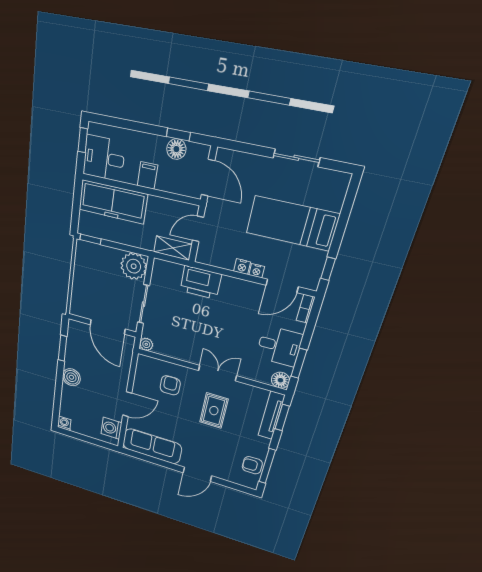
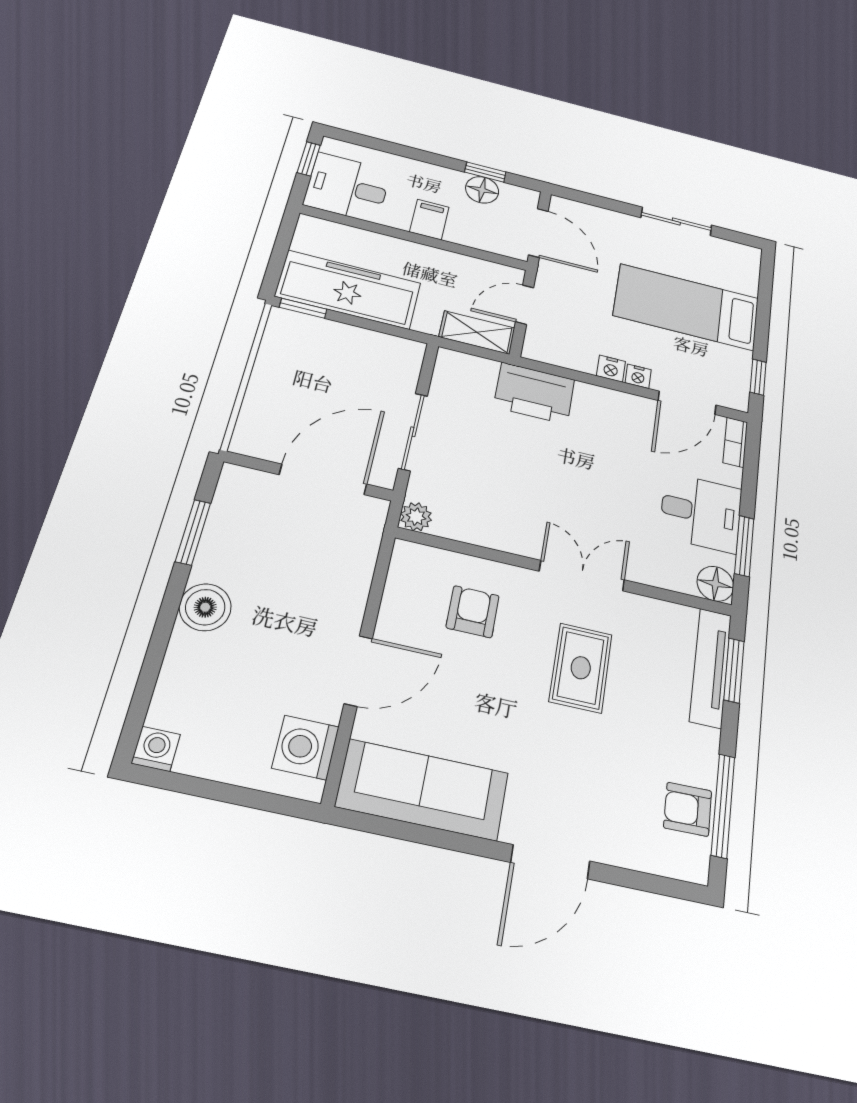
freezer: (113, 202) -> (348, 290), moved, turned 180
plant: (134, 266) -> (395, 360), removed
door: (108, 327) -> (323, 479), swing flipped

